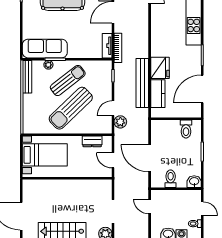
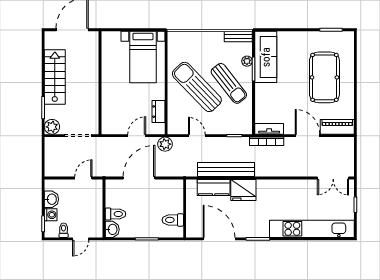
bench: (27, 77) -> (238, 36), width x0.73
plant: (120, 122) -> (165, 144), moved
wall: (67, 178) -> (100, 83), moved
toilet: (171, 179) -> (115, 214), moved

